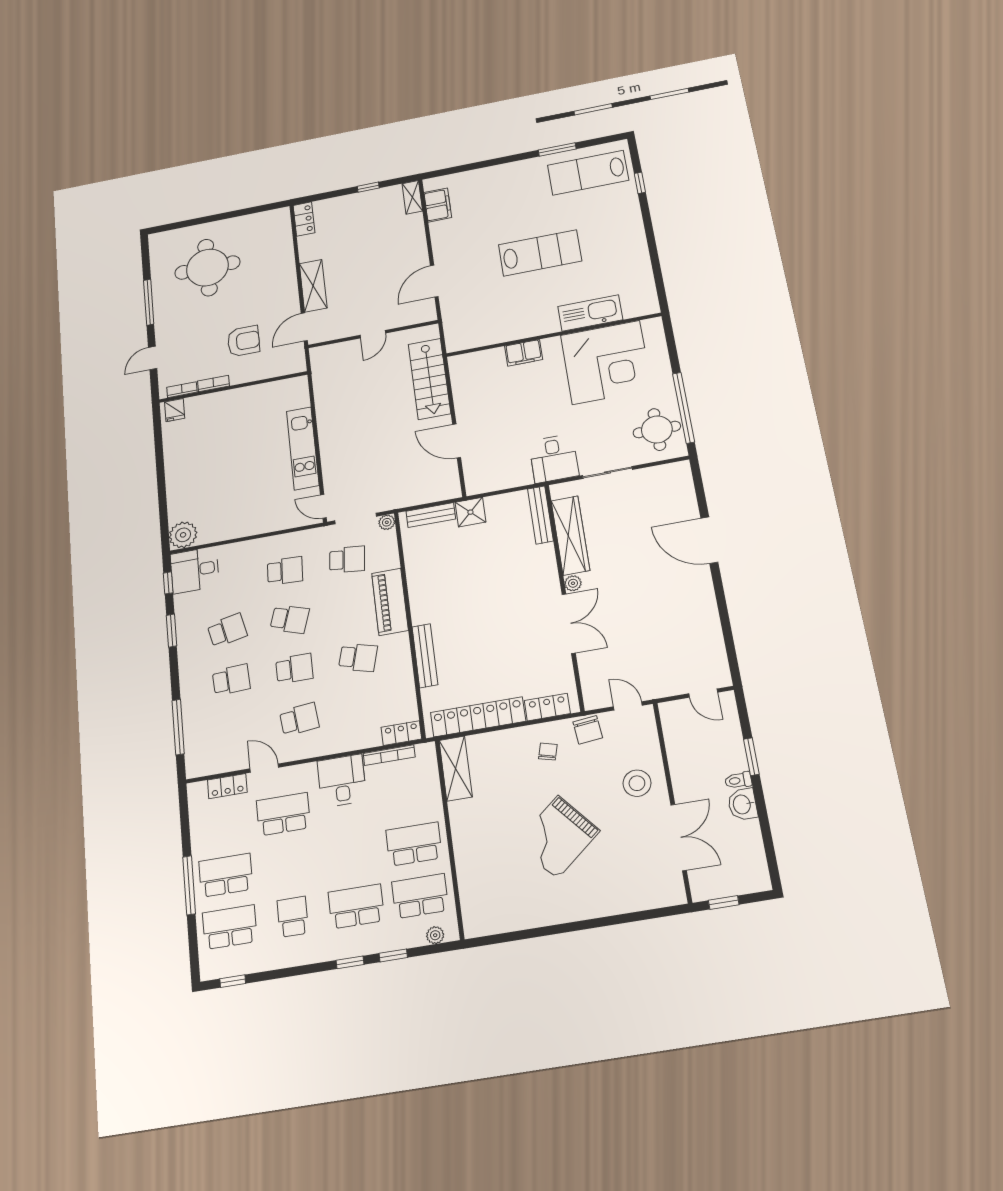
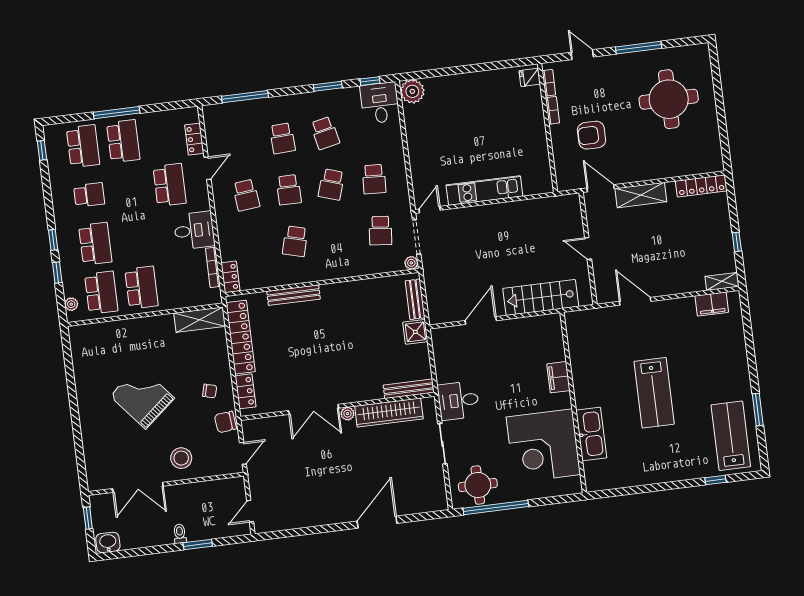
locker: (304, 219) -> (701, 186), width x1.53
armchair: (244, 341) -> (592, 135), turned 90
piano: (390, 602) -> (341, 266), removed
washbasin: (743, 804) -> (108, 542), moved

